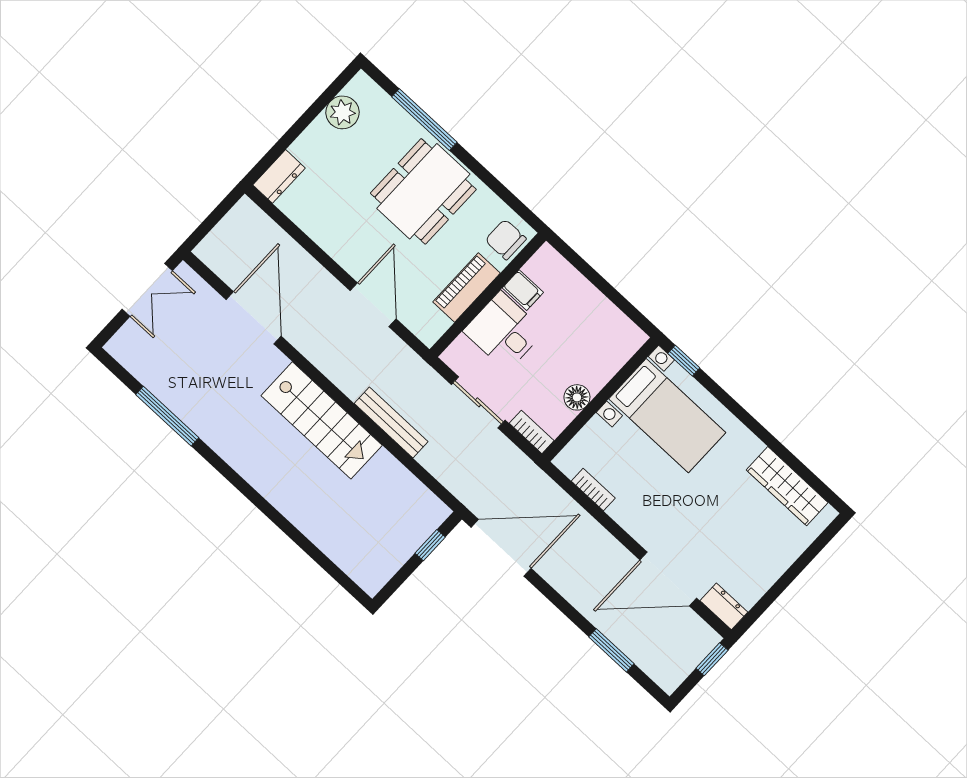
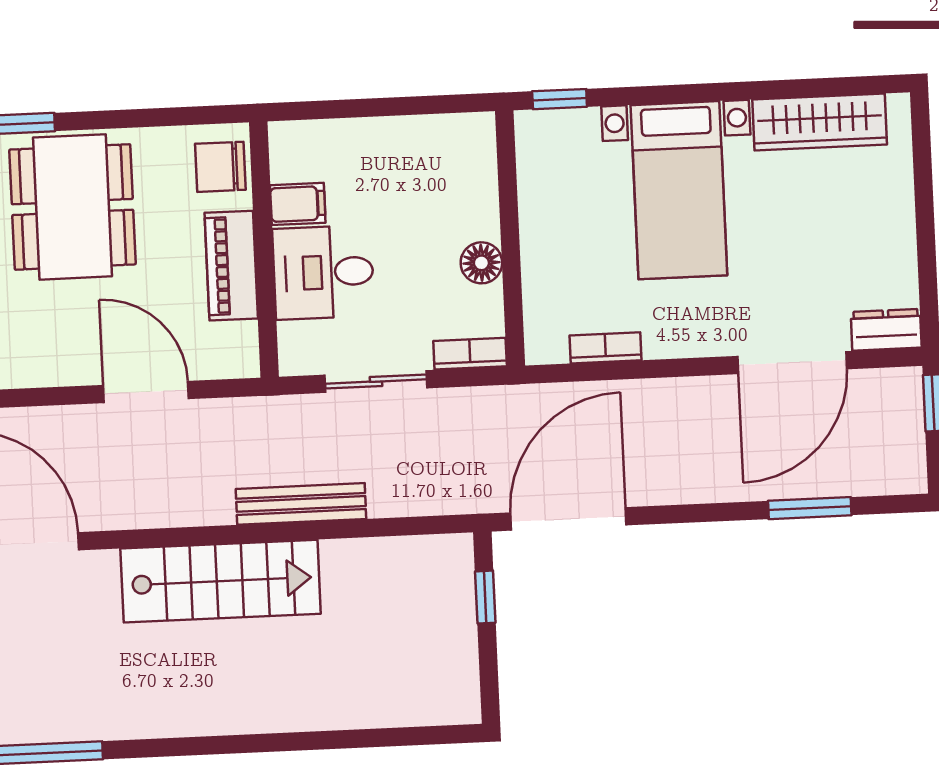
bed with nightstands: (667, 416) -> (679, 190), moved, turned 90

